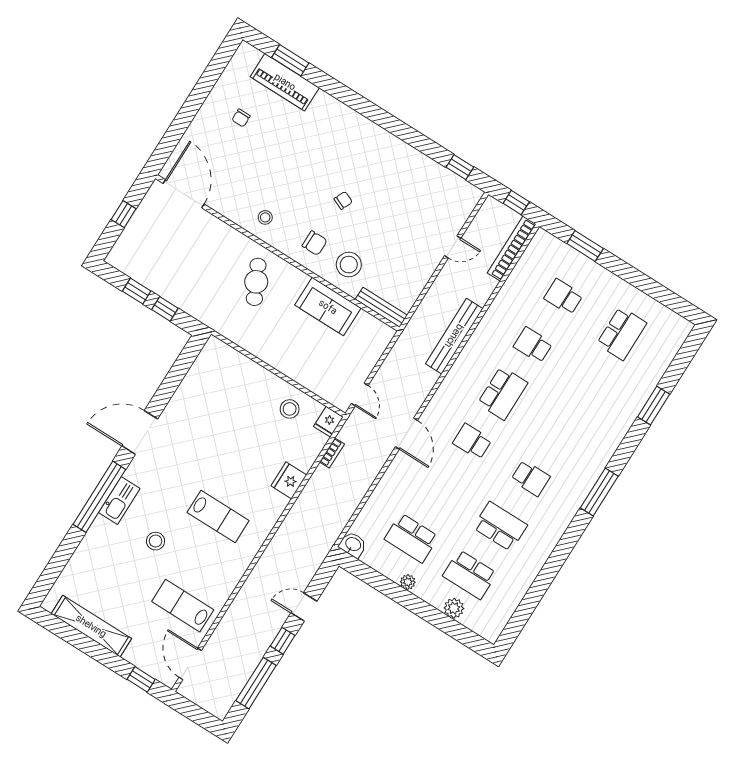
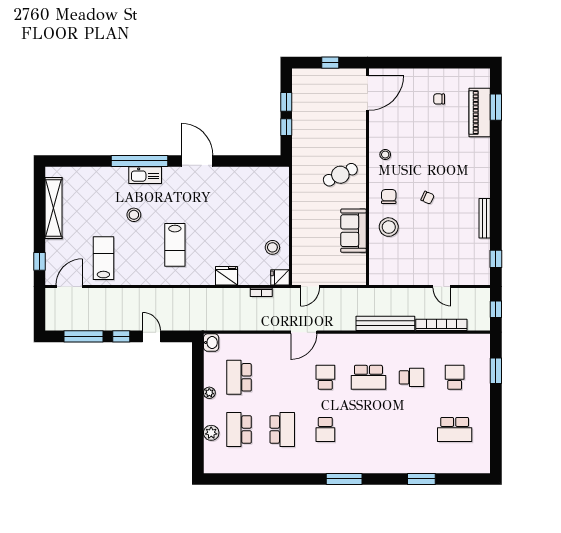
chair: (315, 243) -> (389, 197), turned 180
bookcase: (512, 249) -> (441, 325), moved
bench: (381, 307) -> (485, 218), moved
school desk: (533, 345) -> (412, 377), turned 90

